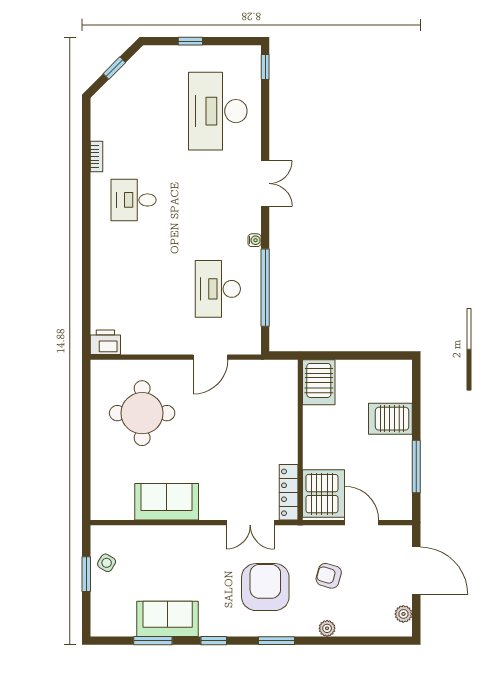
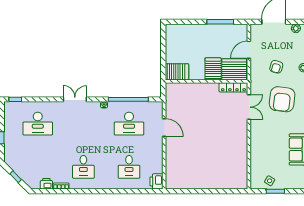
desk: (218, 111) -> (38, 124), width x0.73, depth x0.77
printer: (101, 128) -> (46, 184), added
desk: (134, 289) -> (129, 167), added
round table: (142, 413) -> (193, 163), removed
server rack: (390, 419) -> (213, 69), moved, turned 180
sofa: (167, 502) -> (238, 150), removed
armchair: (265, 587) -> (282, 99), turned -83

